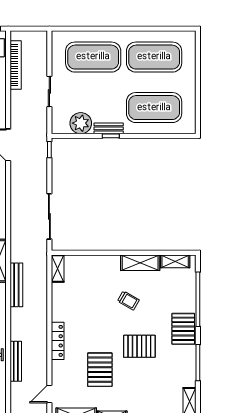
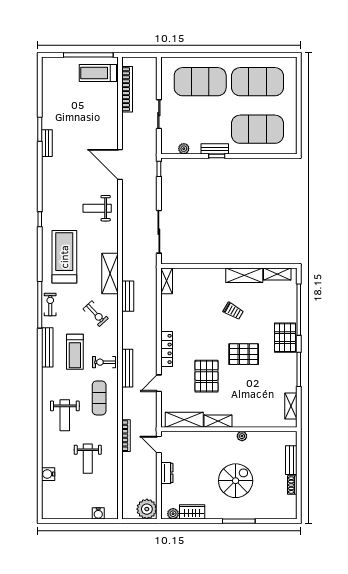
plant: (81, 123) -> (184, 149), width x0.53, depth x0.53
bench: (16, 285) -> (128, 296), width x0.73
door: (49, 394) -> (159, 383), moved

